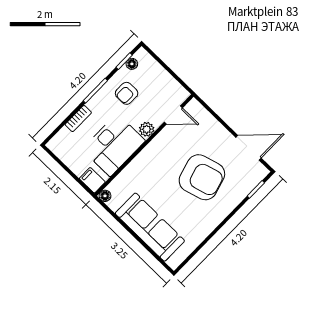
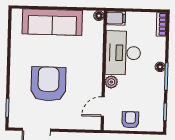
floor lamp: (132, 64) -> (160, 67), moved
armchair: (127, 93) -> (130, 120), moved
bookcase: (78, 119) -> (161, 24), moved
armchair: (202, 177) -> (48, 84), turned 106

